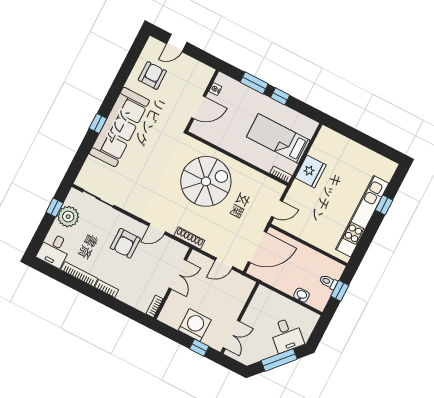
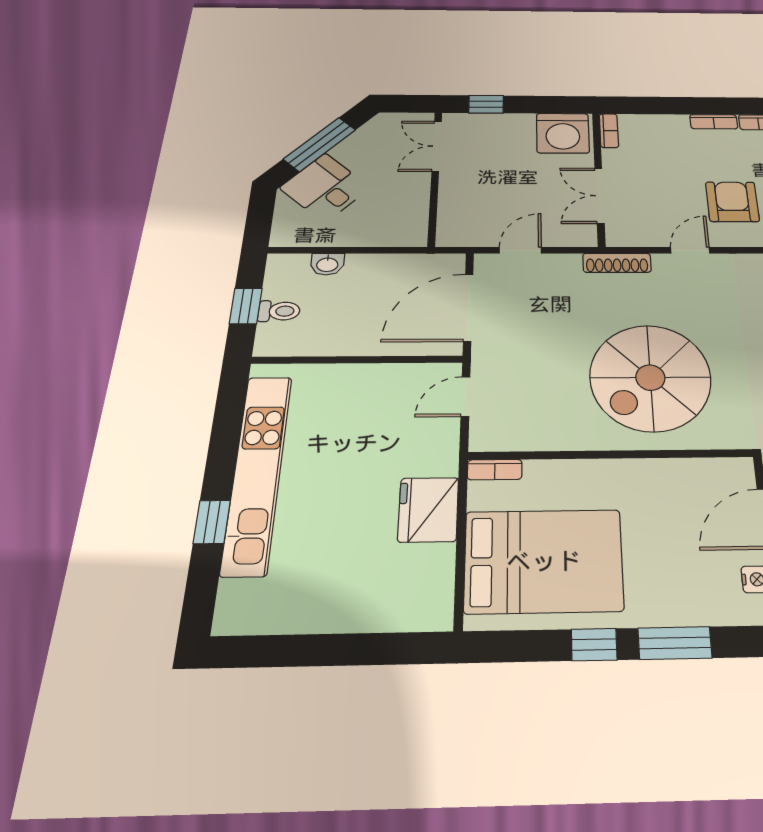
bed: (278, 139) -> (544, 561), width x1.50
washing machine: (195, 325) -> (563, 133), moved

